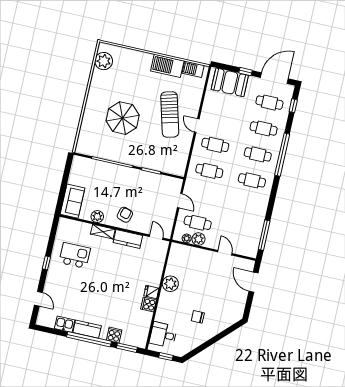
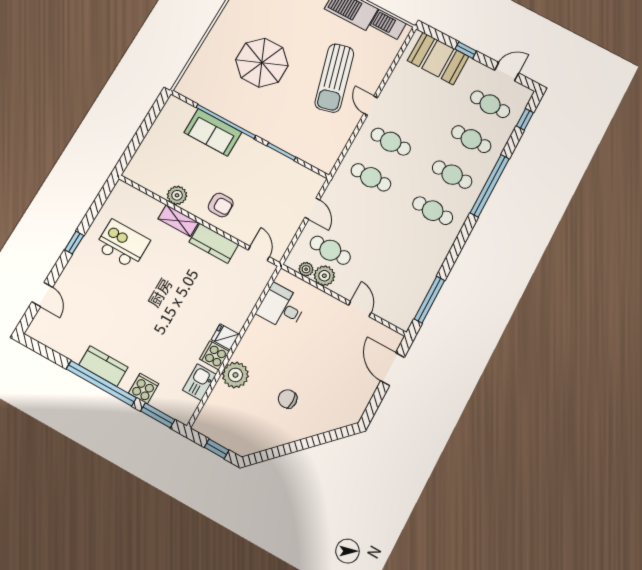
door: (274, 78) -> (507, 72), width x0.53
sofa: (72, 201) -> (213, 132), moved, turned 90
armchair: (125, 215) -> (221, 205), turned 73
plant: (170, 284) -> (235, 375), moved
kitchen sink: (65, 324) -> (199, 382), moved, turned -90
desk: (163, 335) -> (282, 307), moved

